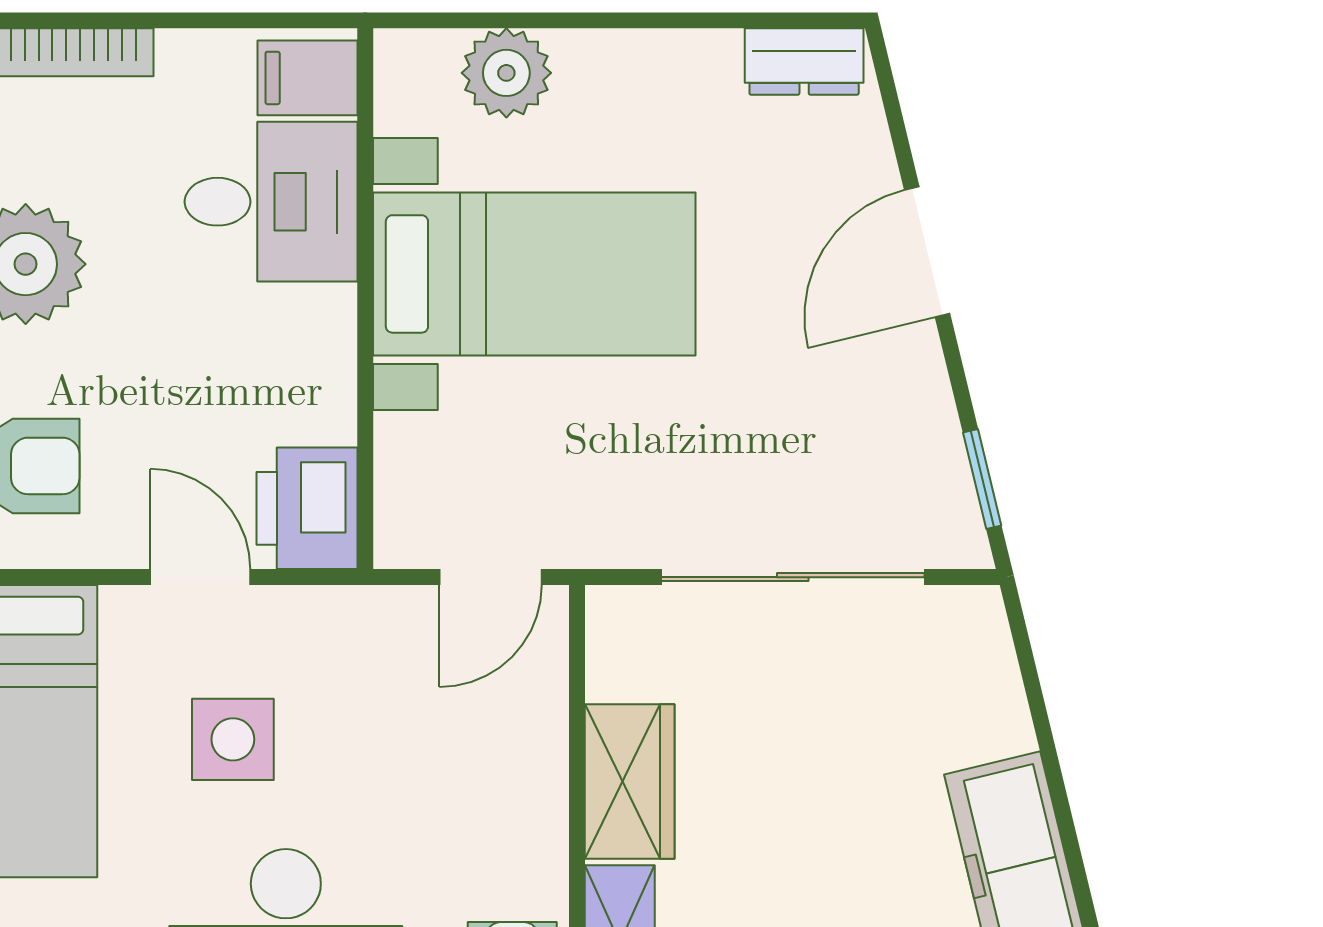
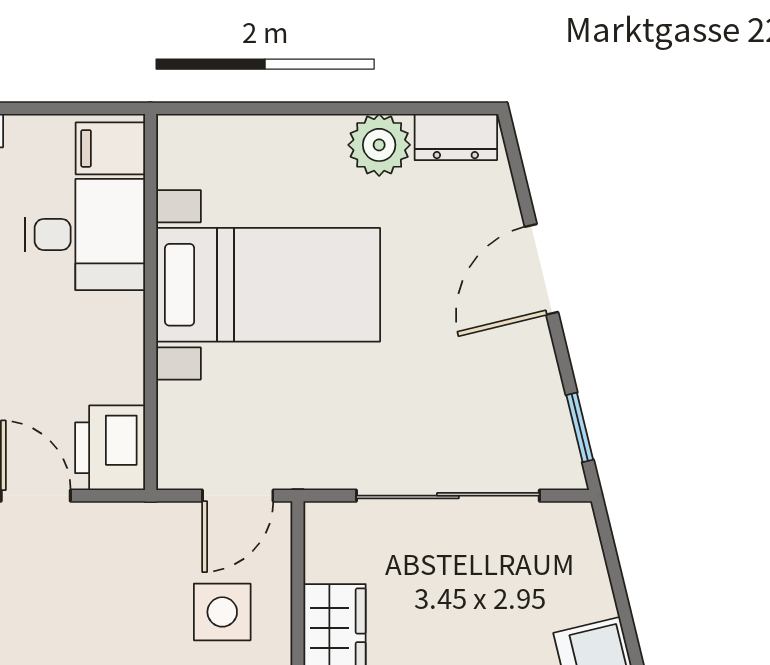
plant: (506, 73) -> (379, 145), moved
side table: (233, 739) -> (222, 612), moved

